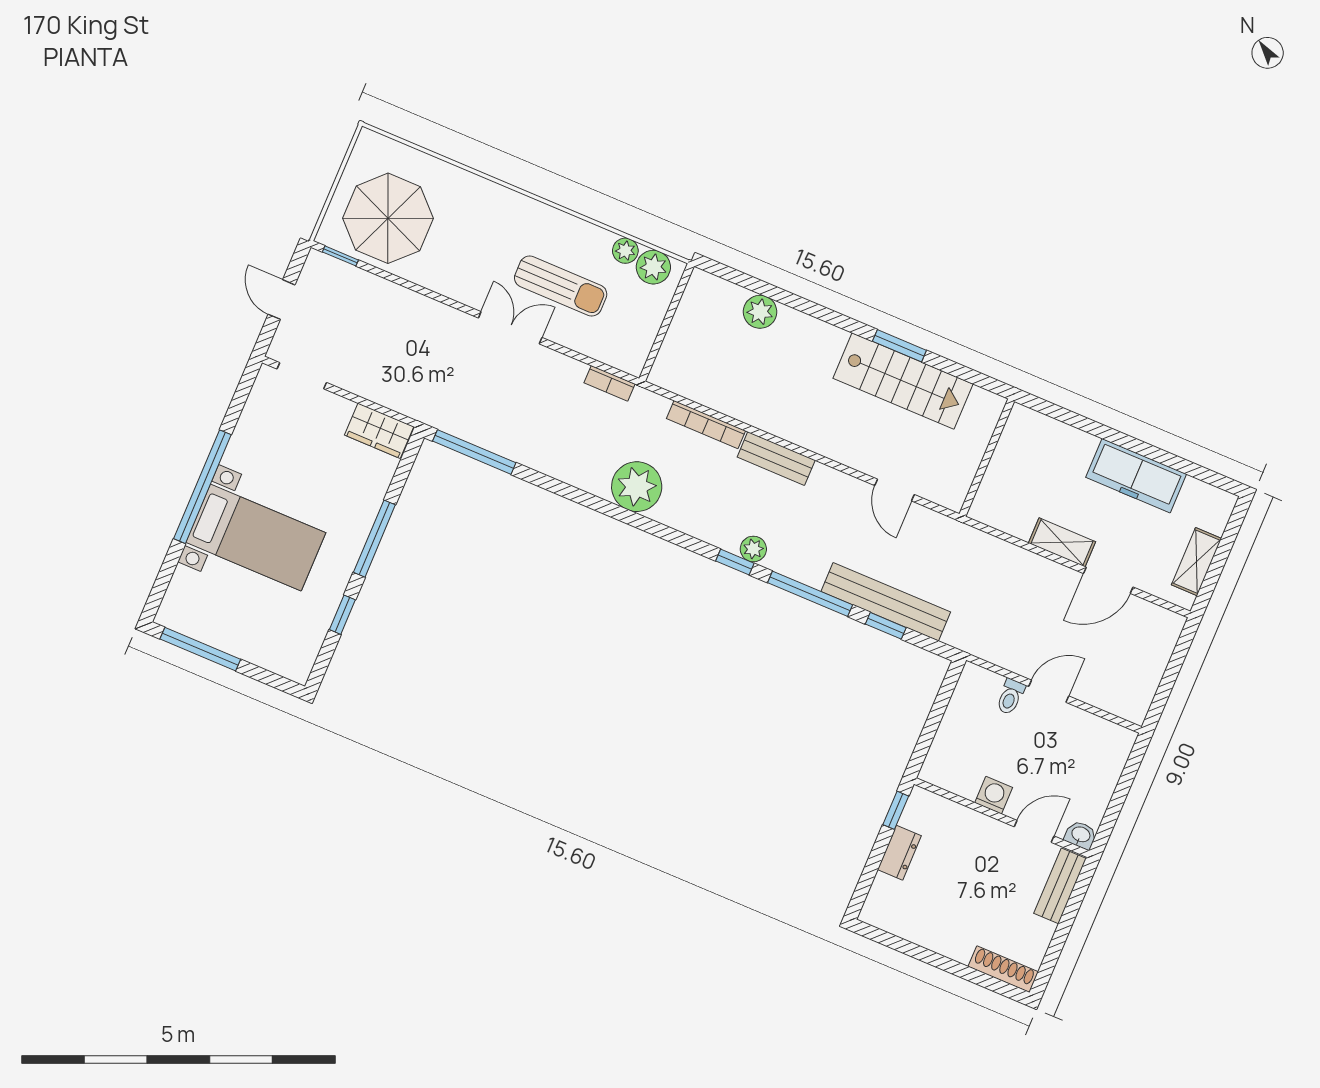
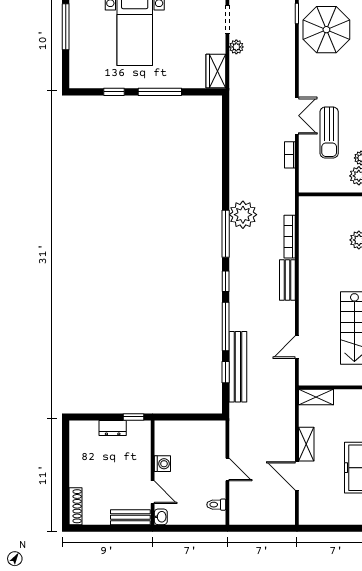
bookcase: (610, 383) -> (290, 155), moved
window: (474, 452) -> (226, 234), moved
plant: (753, 549) -> (236, 47), moved
shelving: (1196, 562) -> (316, 397), moved
toilet: (1010, 697) -> (216, 505), moved

